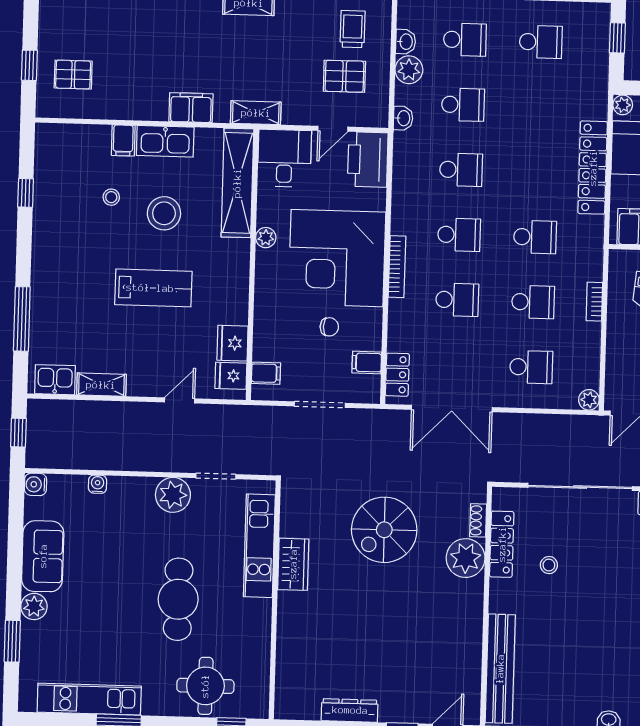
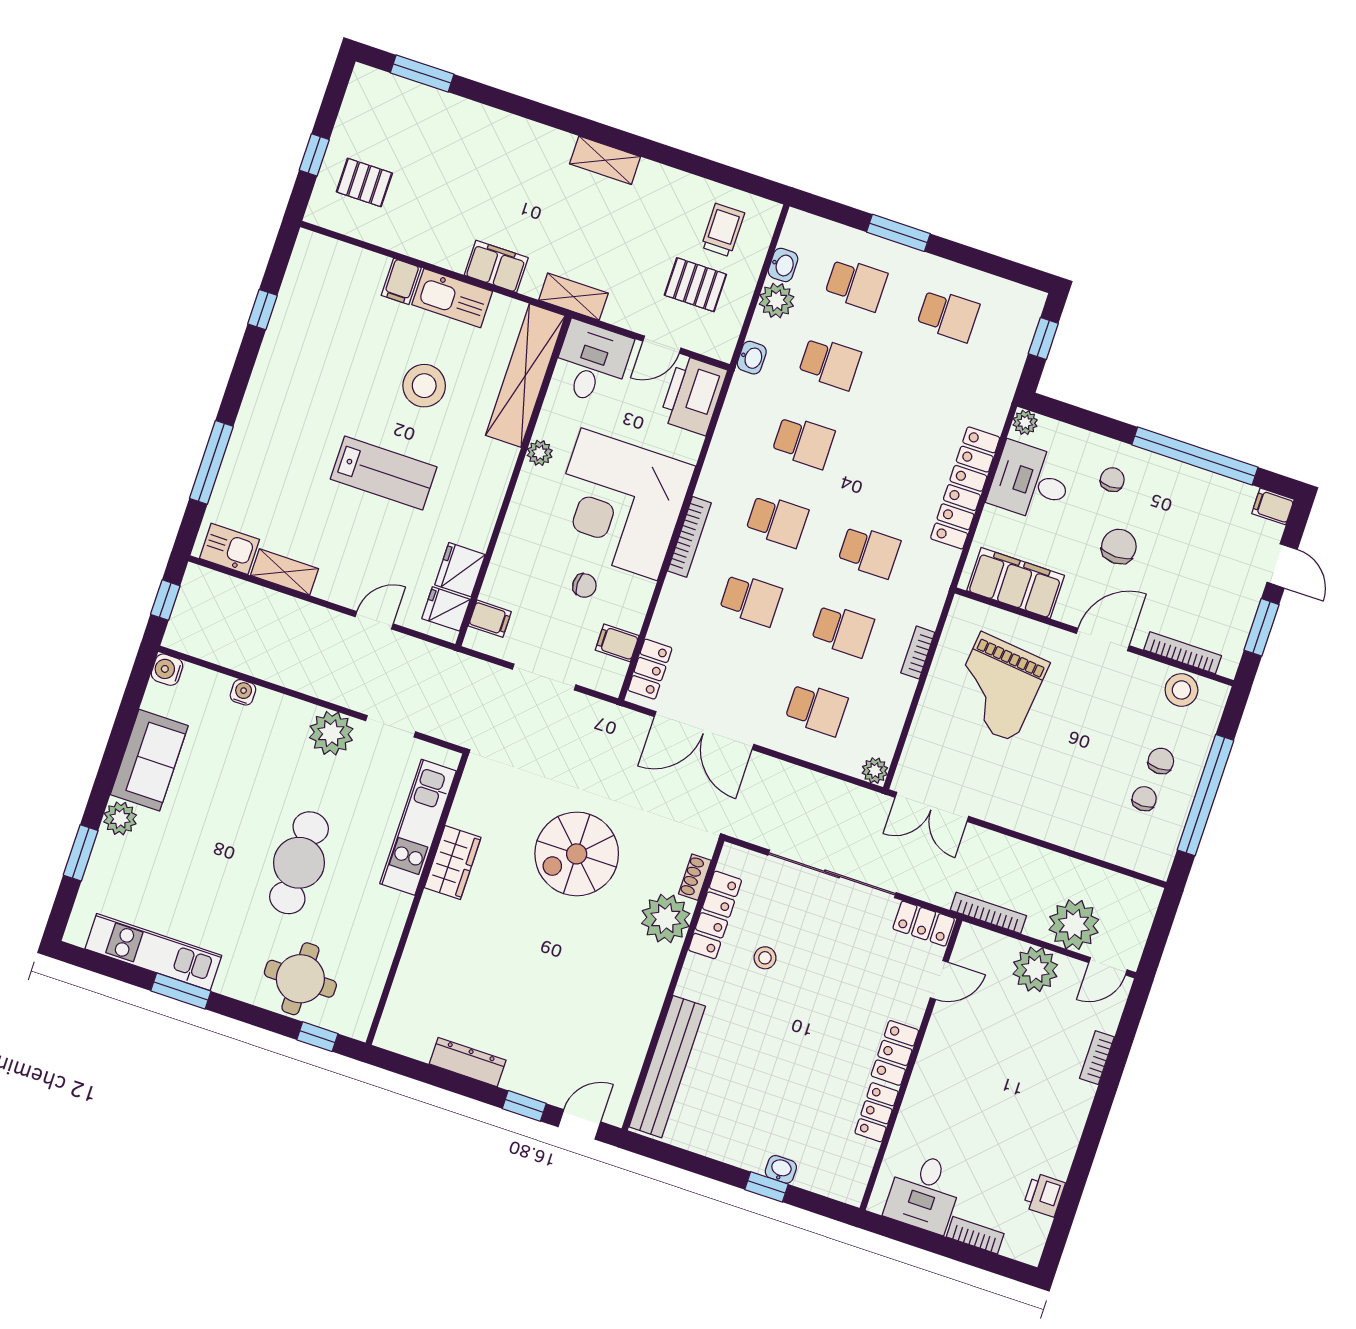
stool: (111, 197) -> (366, 346), removed

